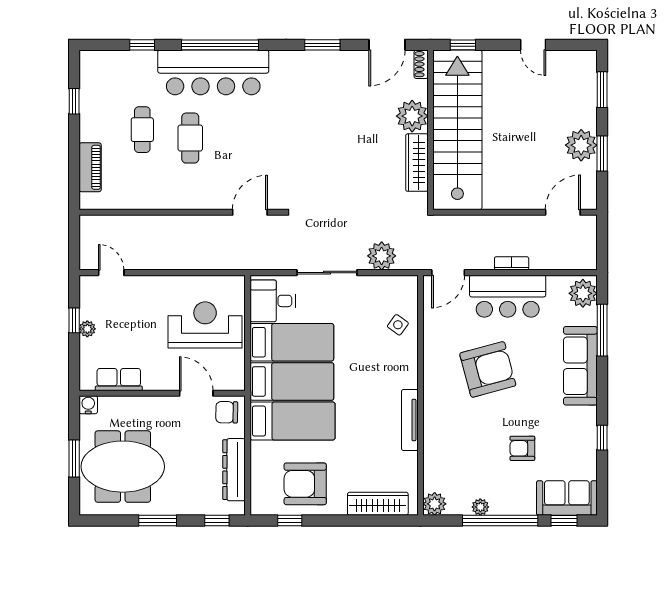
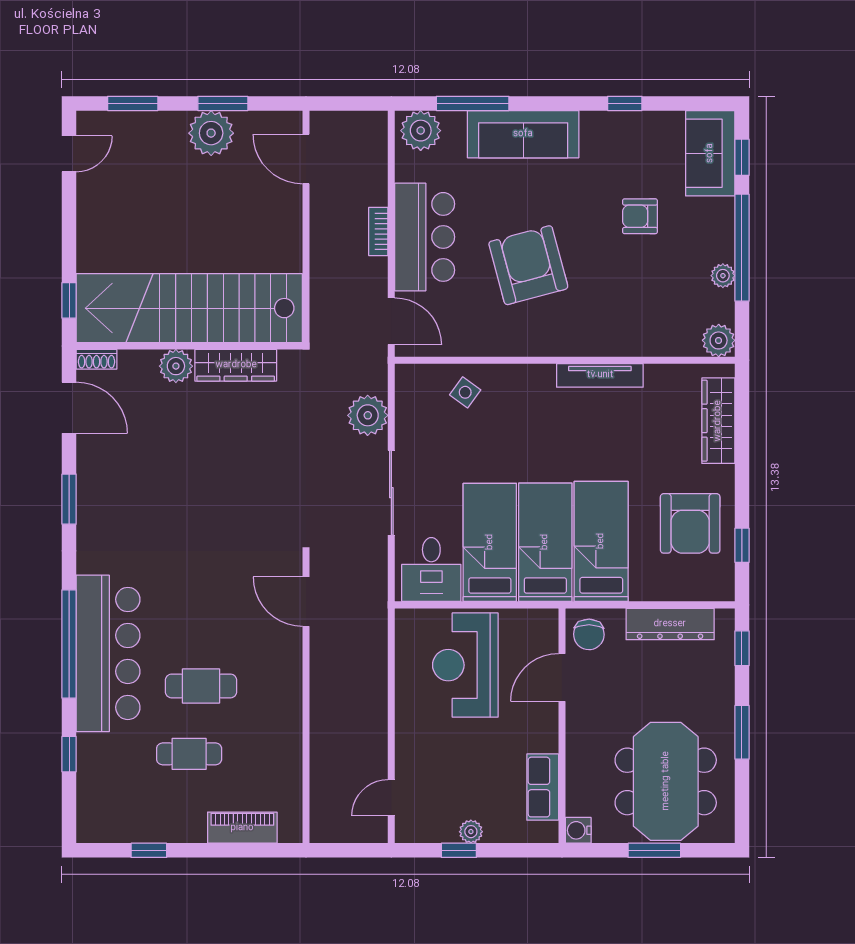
door: (533, 45) -> (69, 154), moved
plant: (412, 116) -> (176, 366), width x0.73, depth x0.73
armchair: (522, 448) -> (640, 216), turned 90

